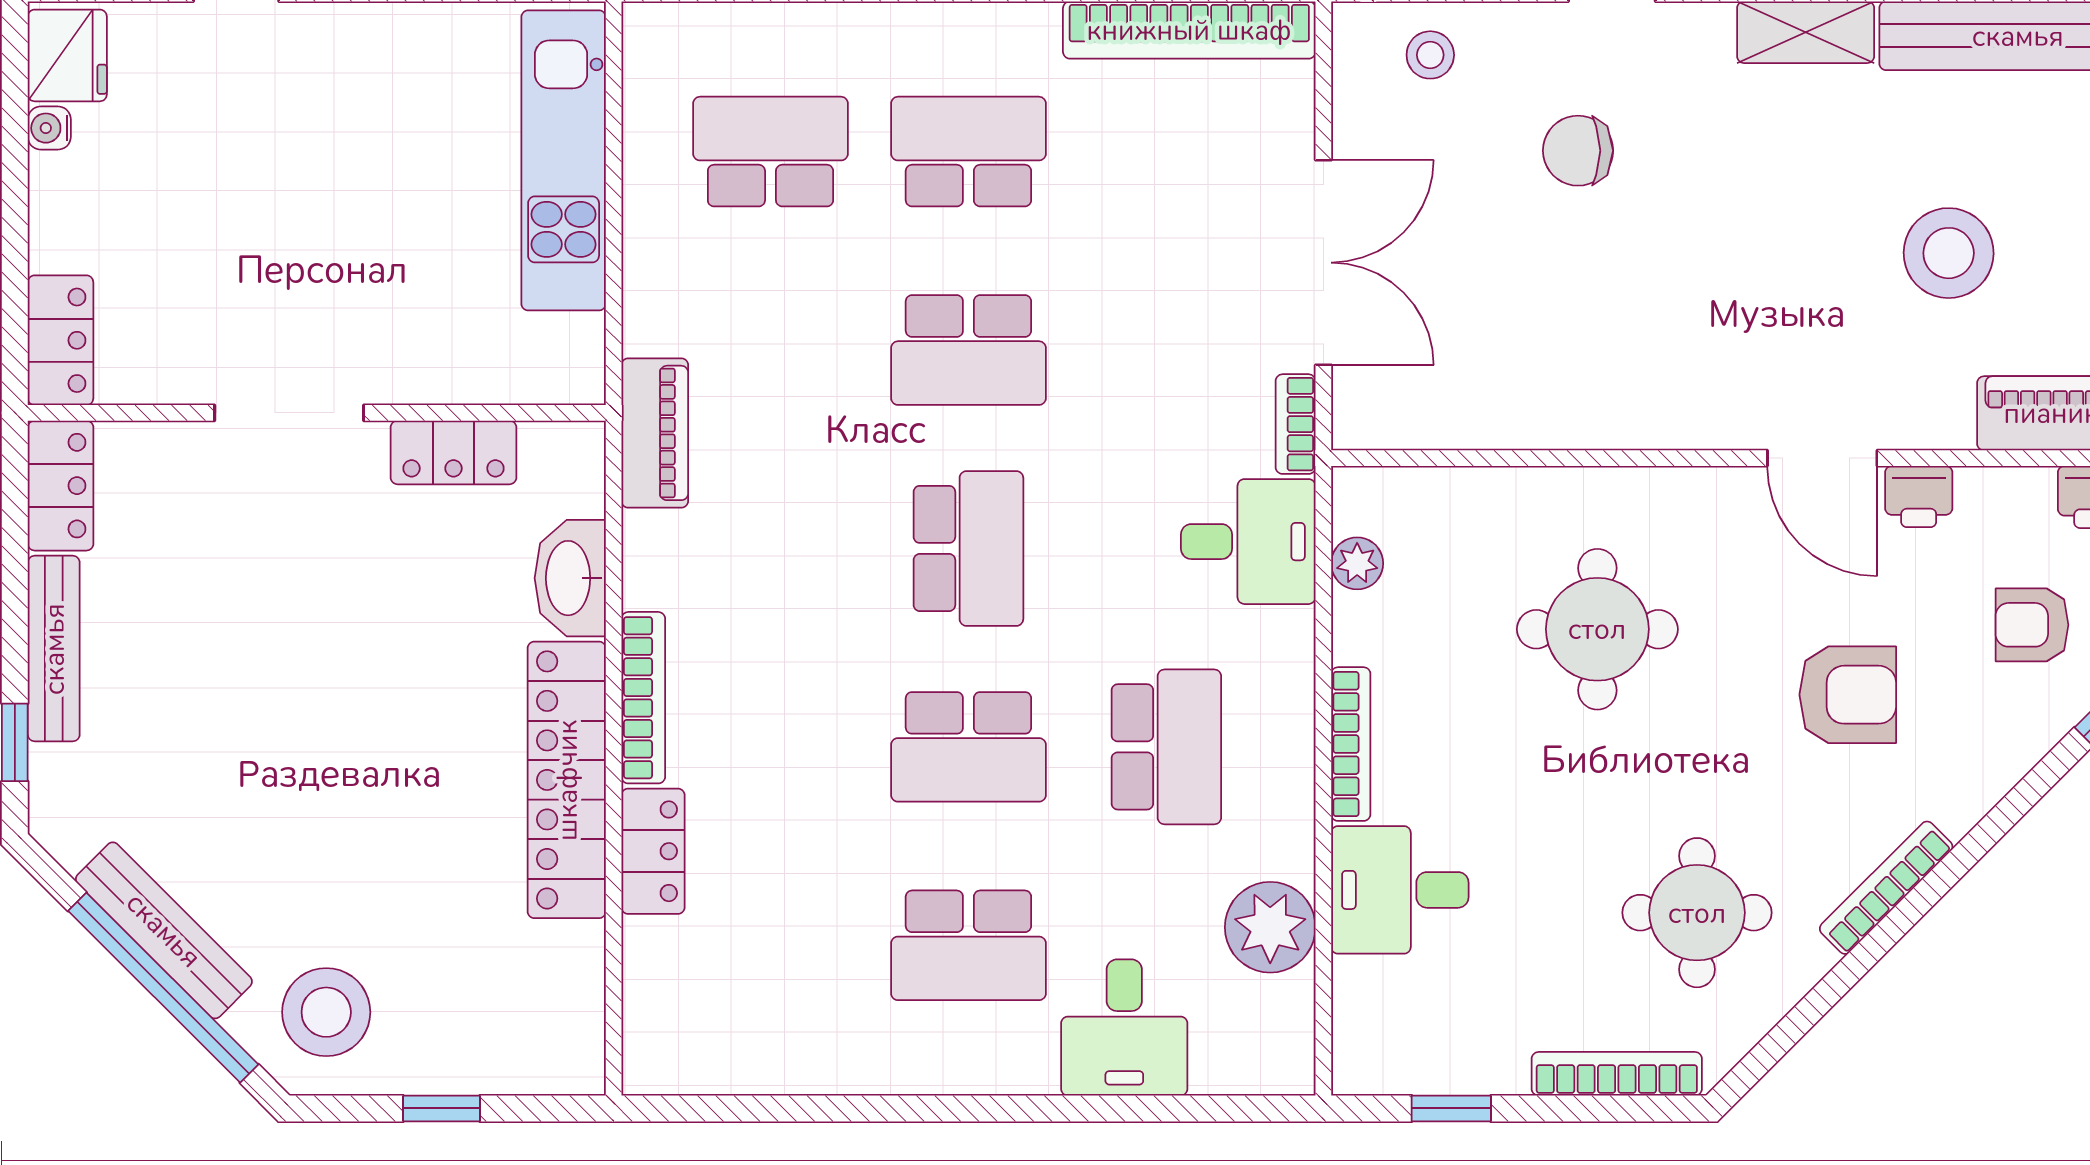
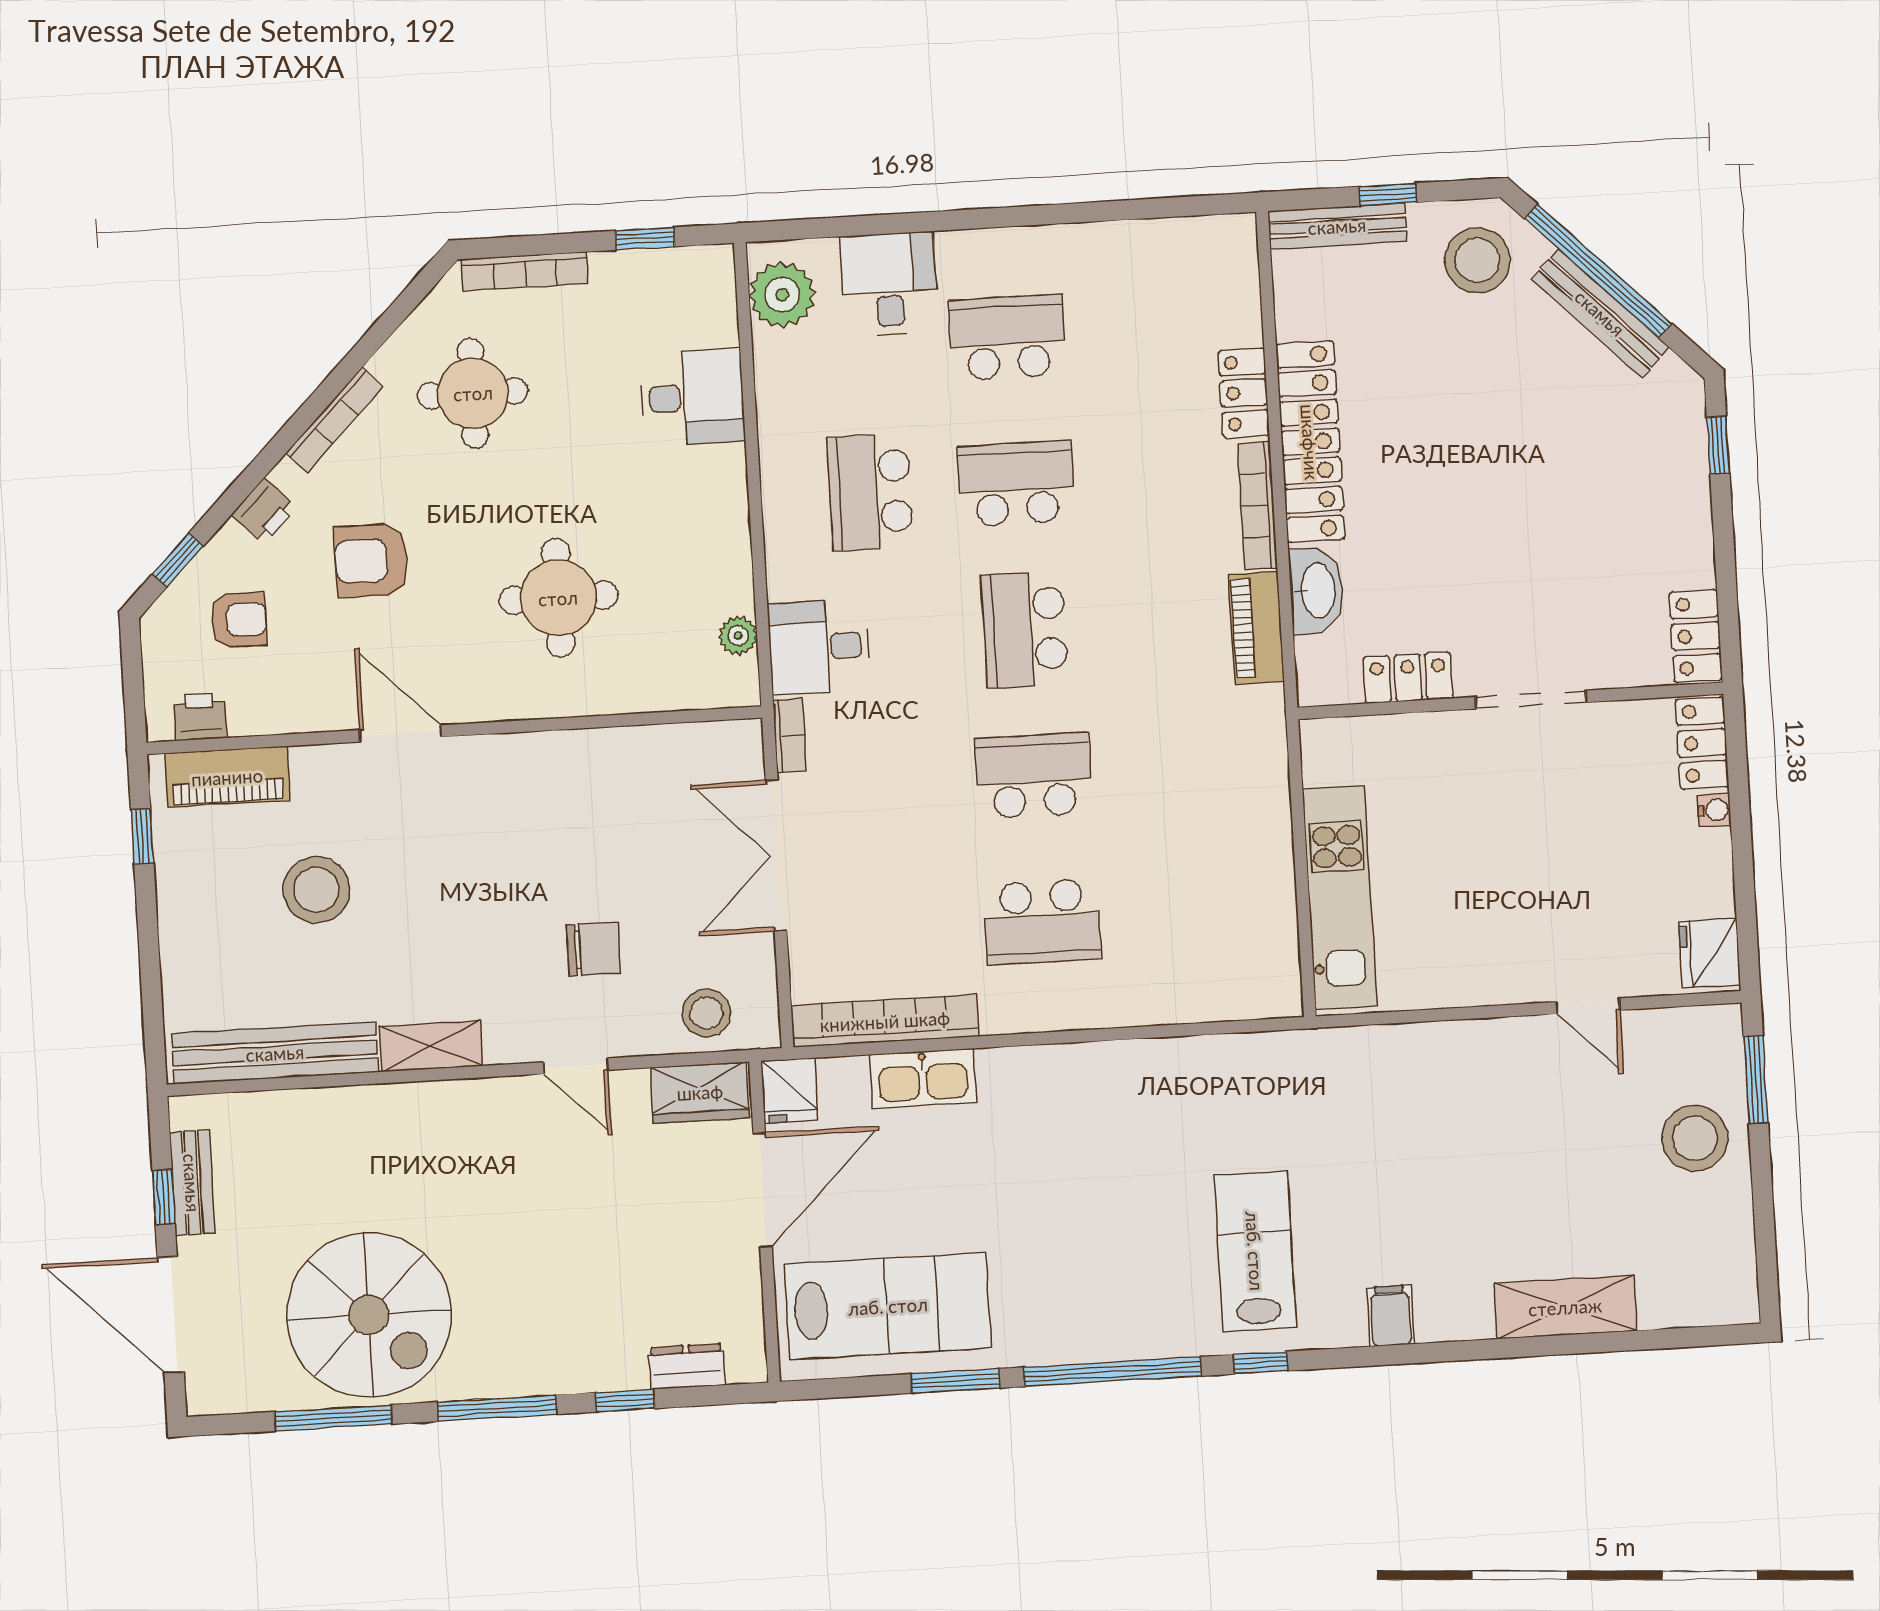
stool: (1430, 55) -> (706, 1013), width x1.37, depth x1.37
water cooler: (49, 128) -> (1714, 810), moved
school desk: (770, 152) -> (1188, 913), removed
piano: (655, 433) -> (1256, 628), moved
printer: (1919, 496) -> (264, 511), moved, turned 135
bench: (54, 649) -> (1337, 226), moved, turned 90
bookcase: (1351, 744) -> (735, 502), removed
plant: (1270, 927) -> (782, 295), moved

